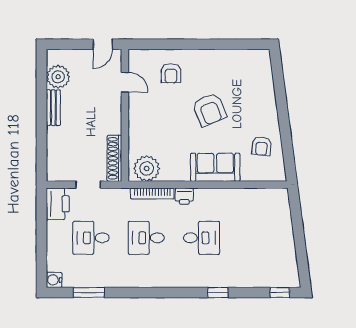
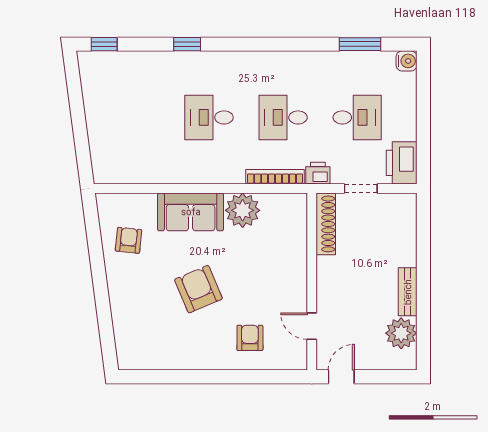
plant: (147, 169) -> (243, 210), moved
printer: (184, 196) -> (318, 173), moved
desk: (146, 238) -> (283, 117), turned 180

